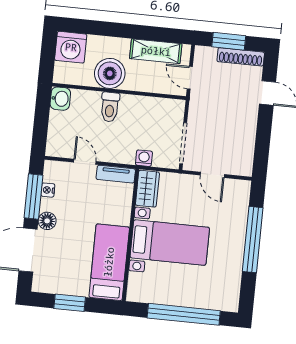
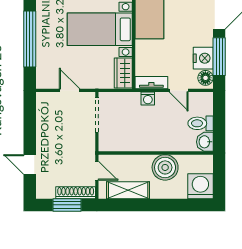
shoe rack: (241, 57) -> (76, 193), moved
toilet: (110, 107) -> (201, 123), moved, turned -90
washing machine: (144, 158) -> (148, 99), moved
nightstand: (48, 190) -> (203, 58), width x1.89, depth x1.79
floor lamp: (47, 221) -> (205, 78), moved

